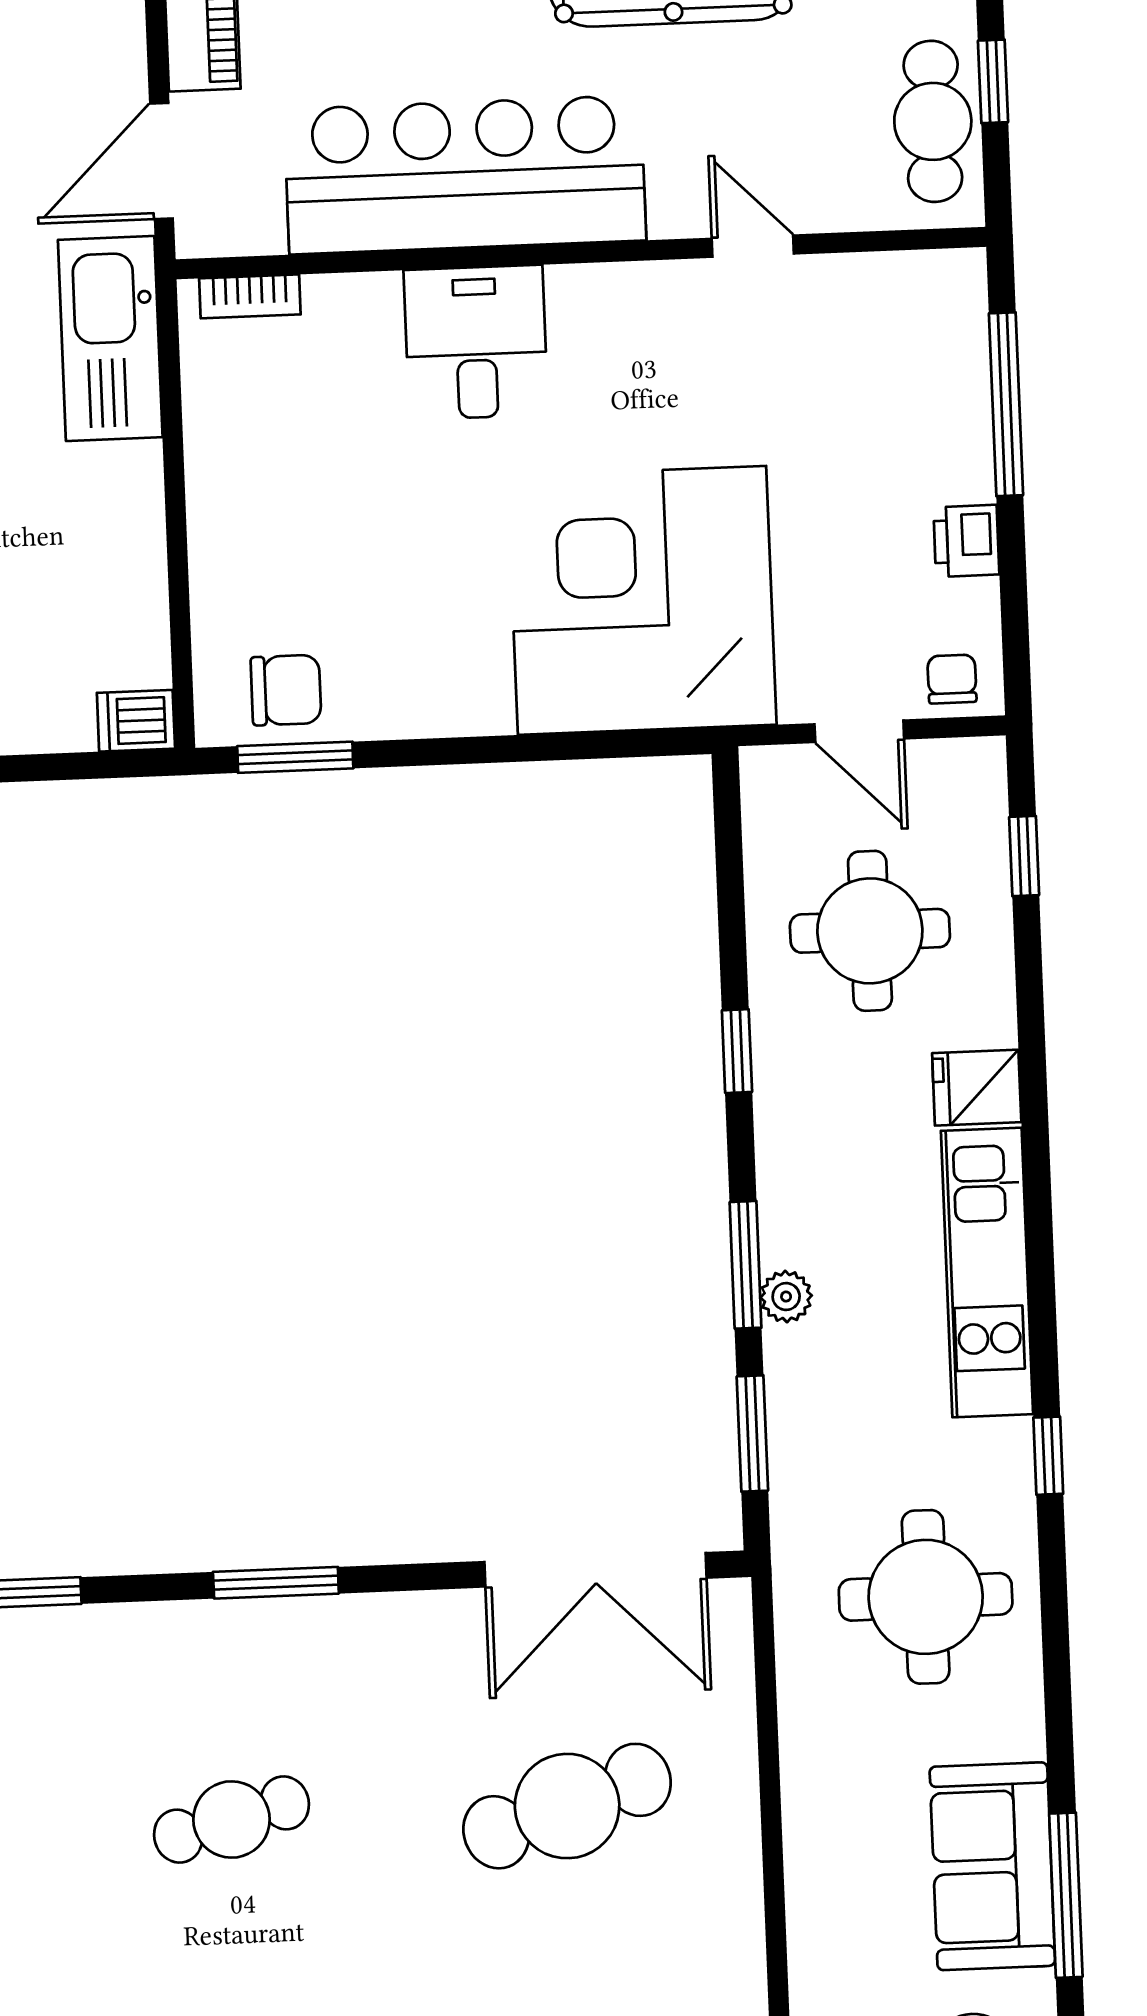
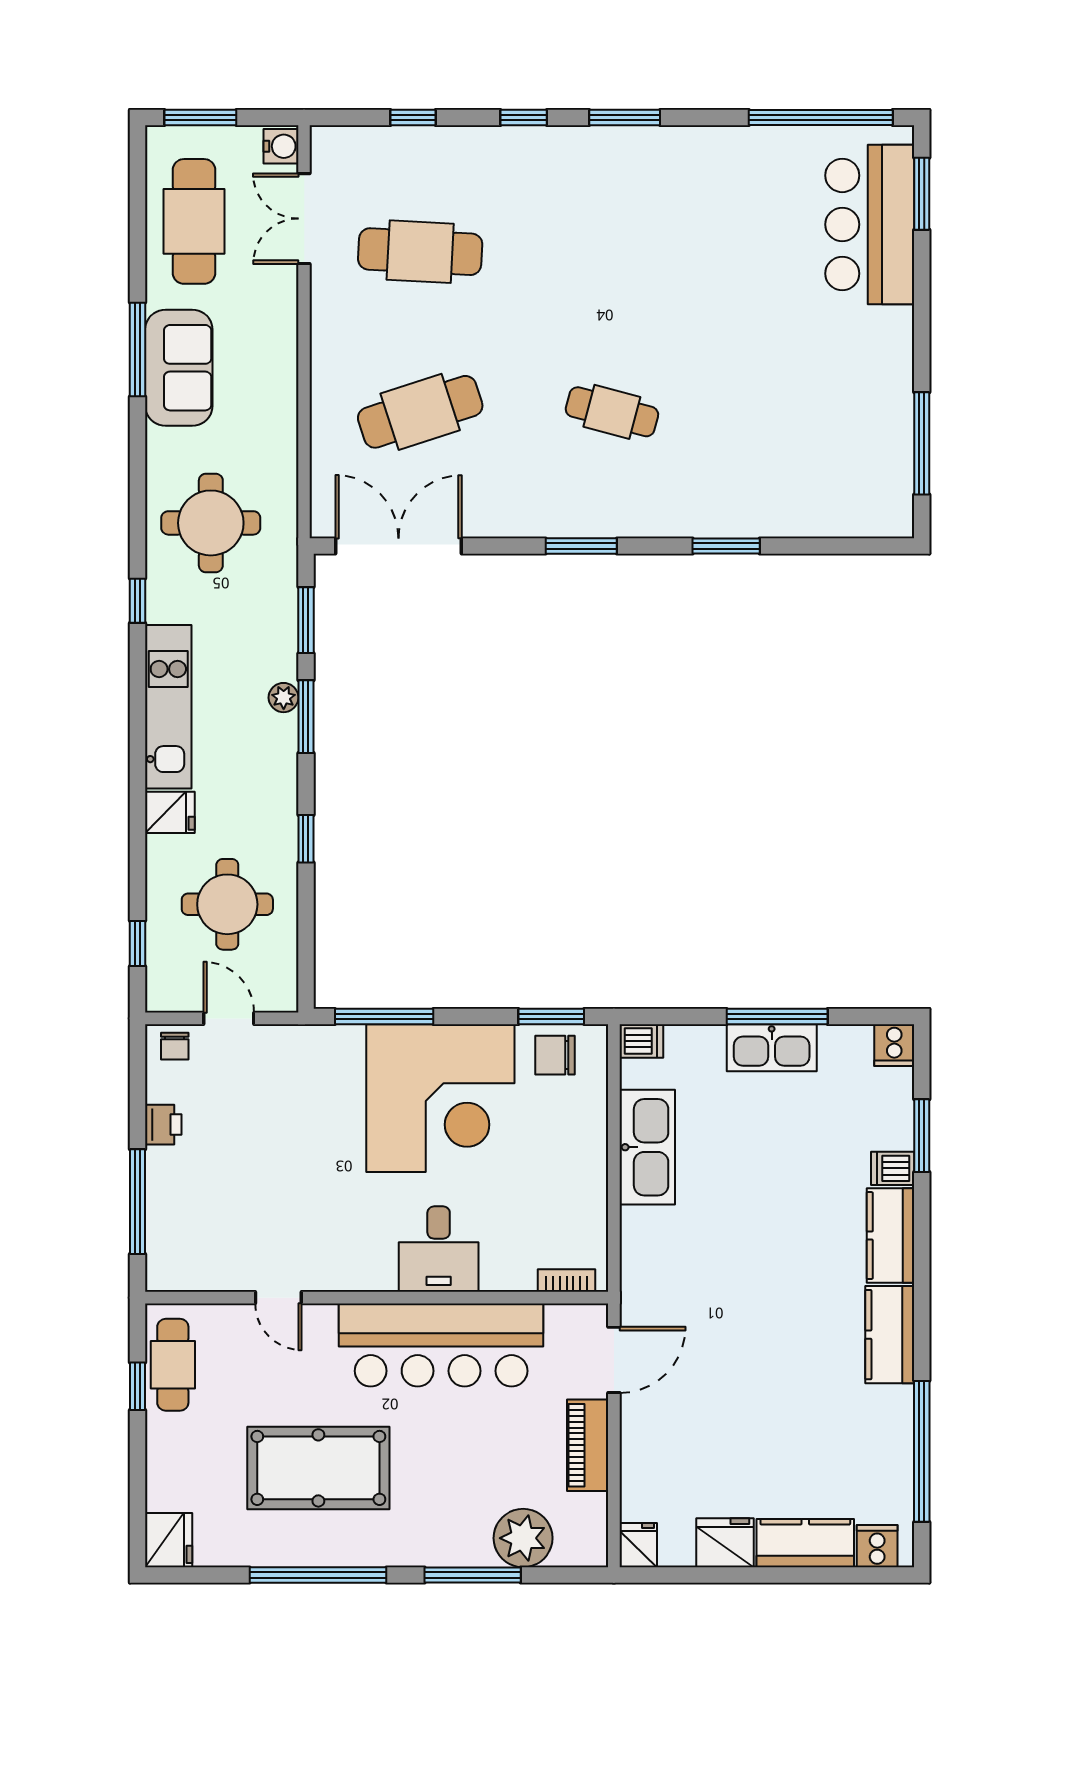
kitchen sink: (110, 338) -> (647, 1147), moved
corner desk: (642, 600) -> (440, 1098), moved
window: (588, 746) -> (384, 1017), added
cafe table: (232, 1820) -> (612, 412), turned 30

